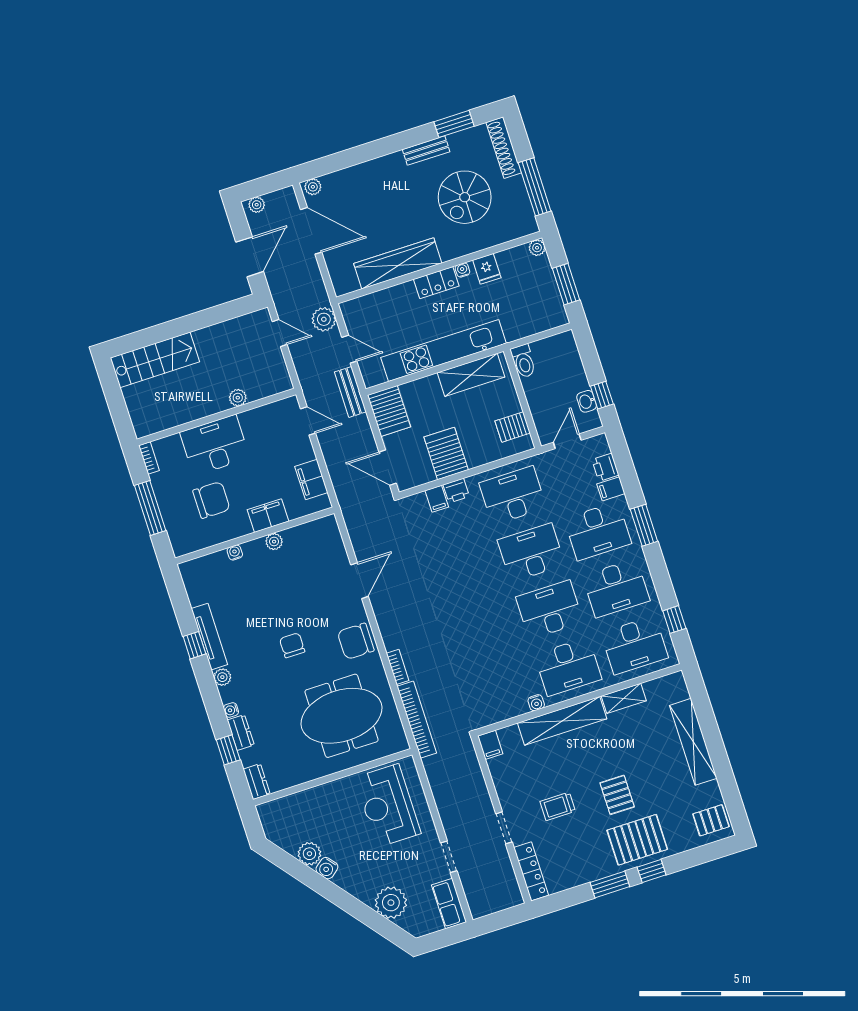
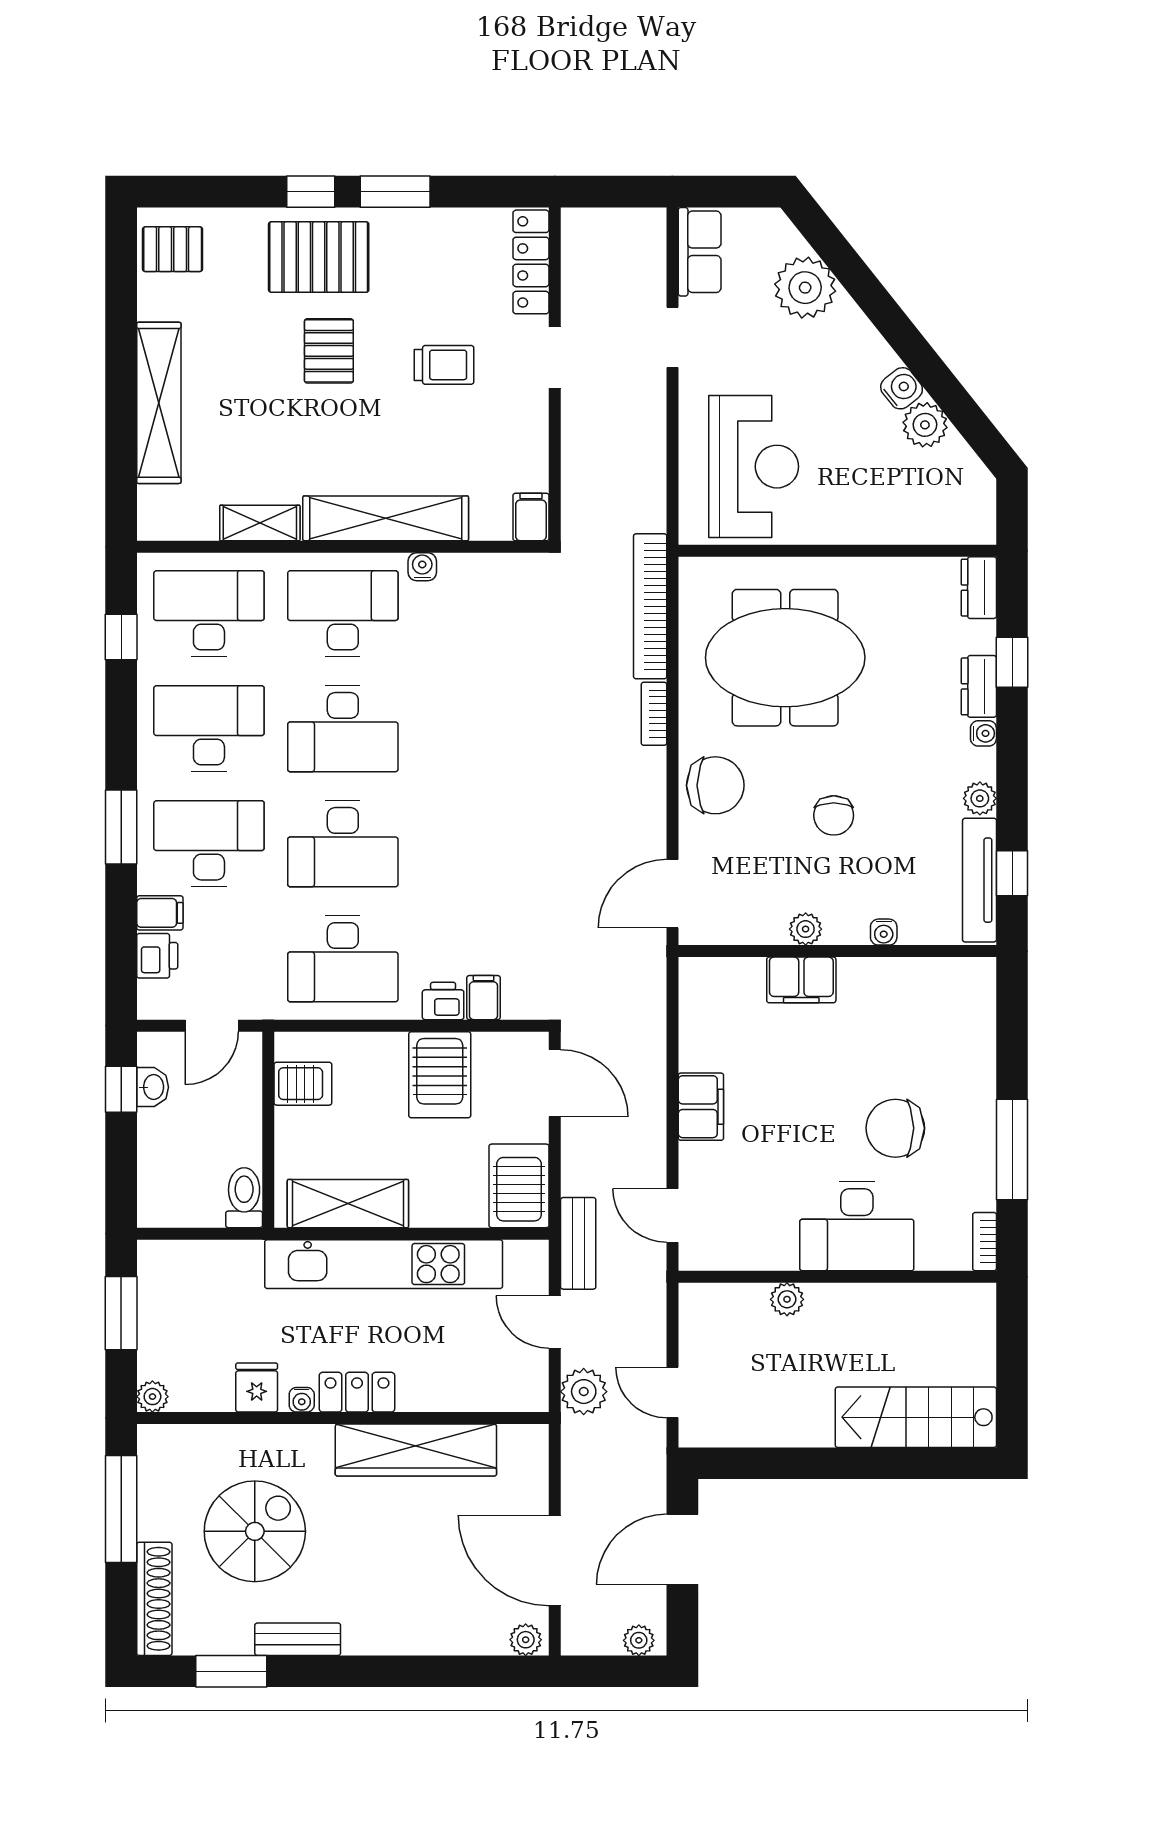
filing cabinet: (268, 516) -> (801, 980), moved
wall: (255, 536) -> (837, 951), moved
plant: (274, 542) -> (806, 929), moved
water cooler: (235, 553) -> (884, 932), moved

